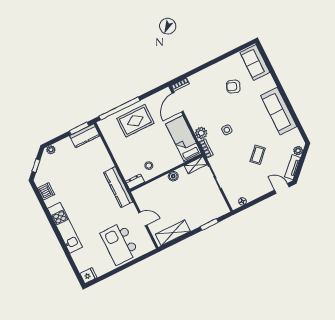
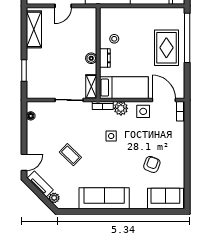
side table: (195, 114) -> (143, 111), added
dresser: (135, 182) -> (105, 58), moved

